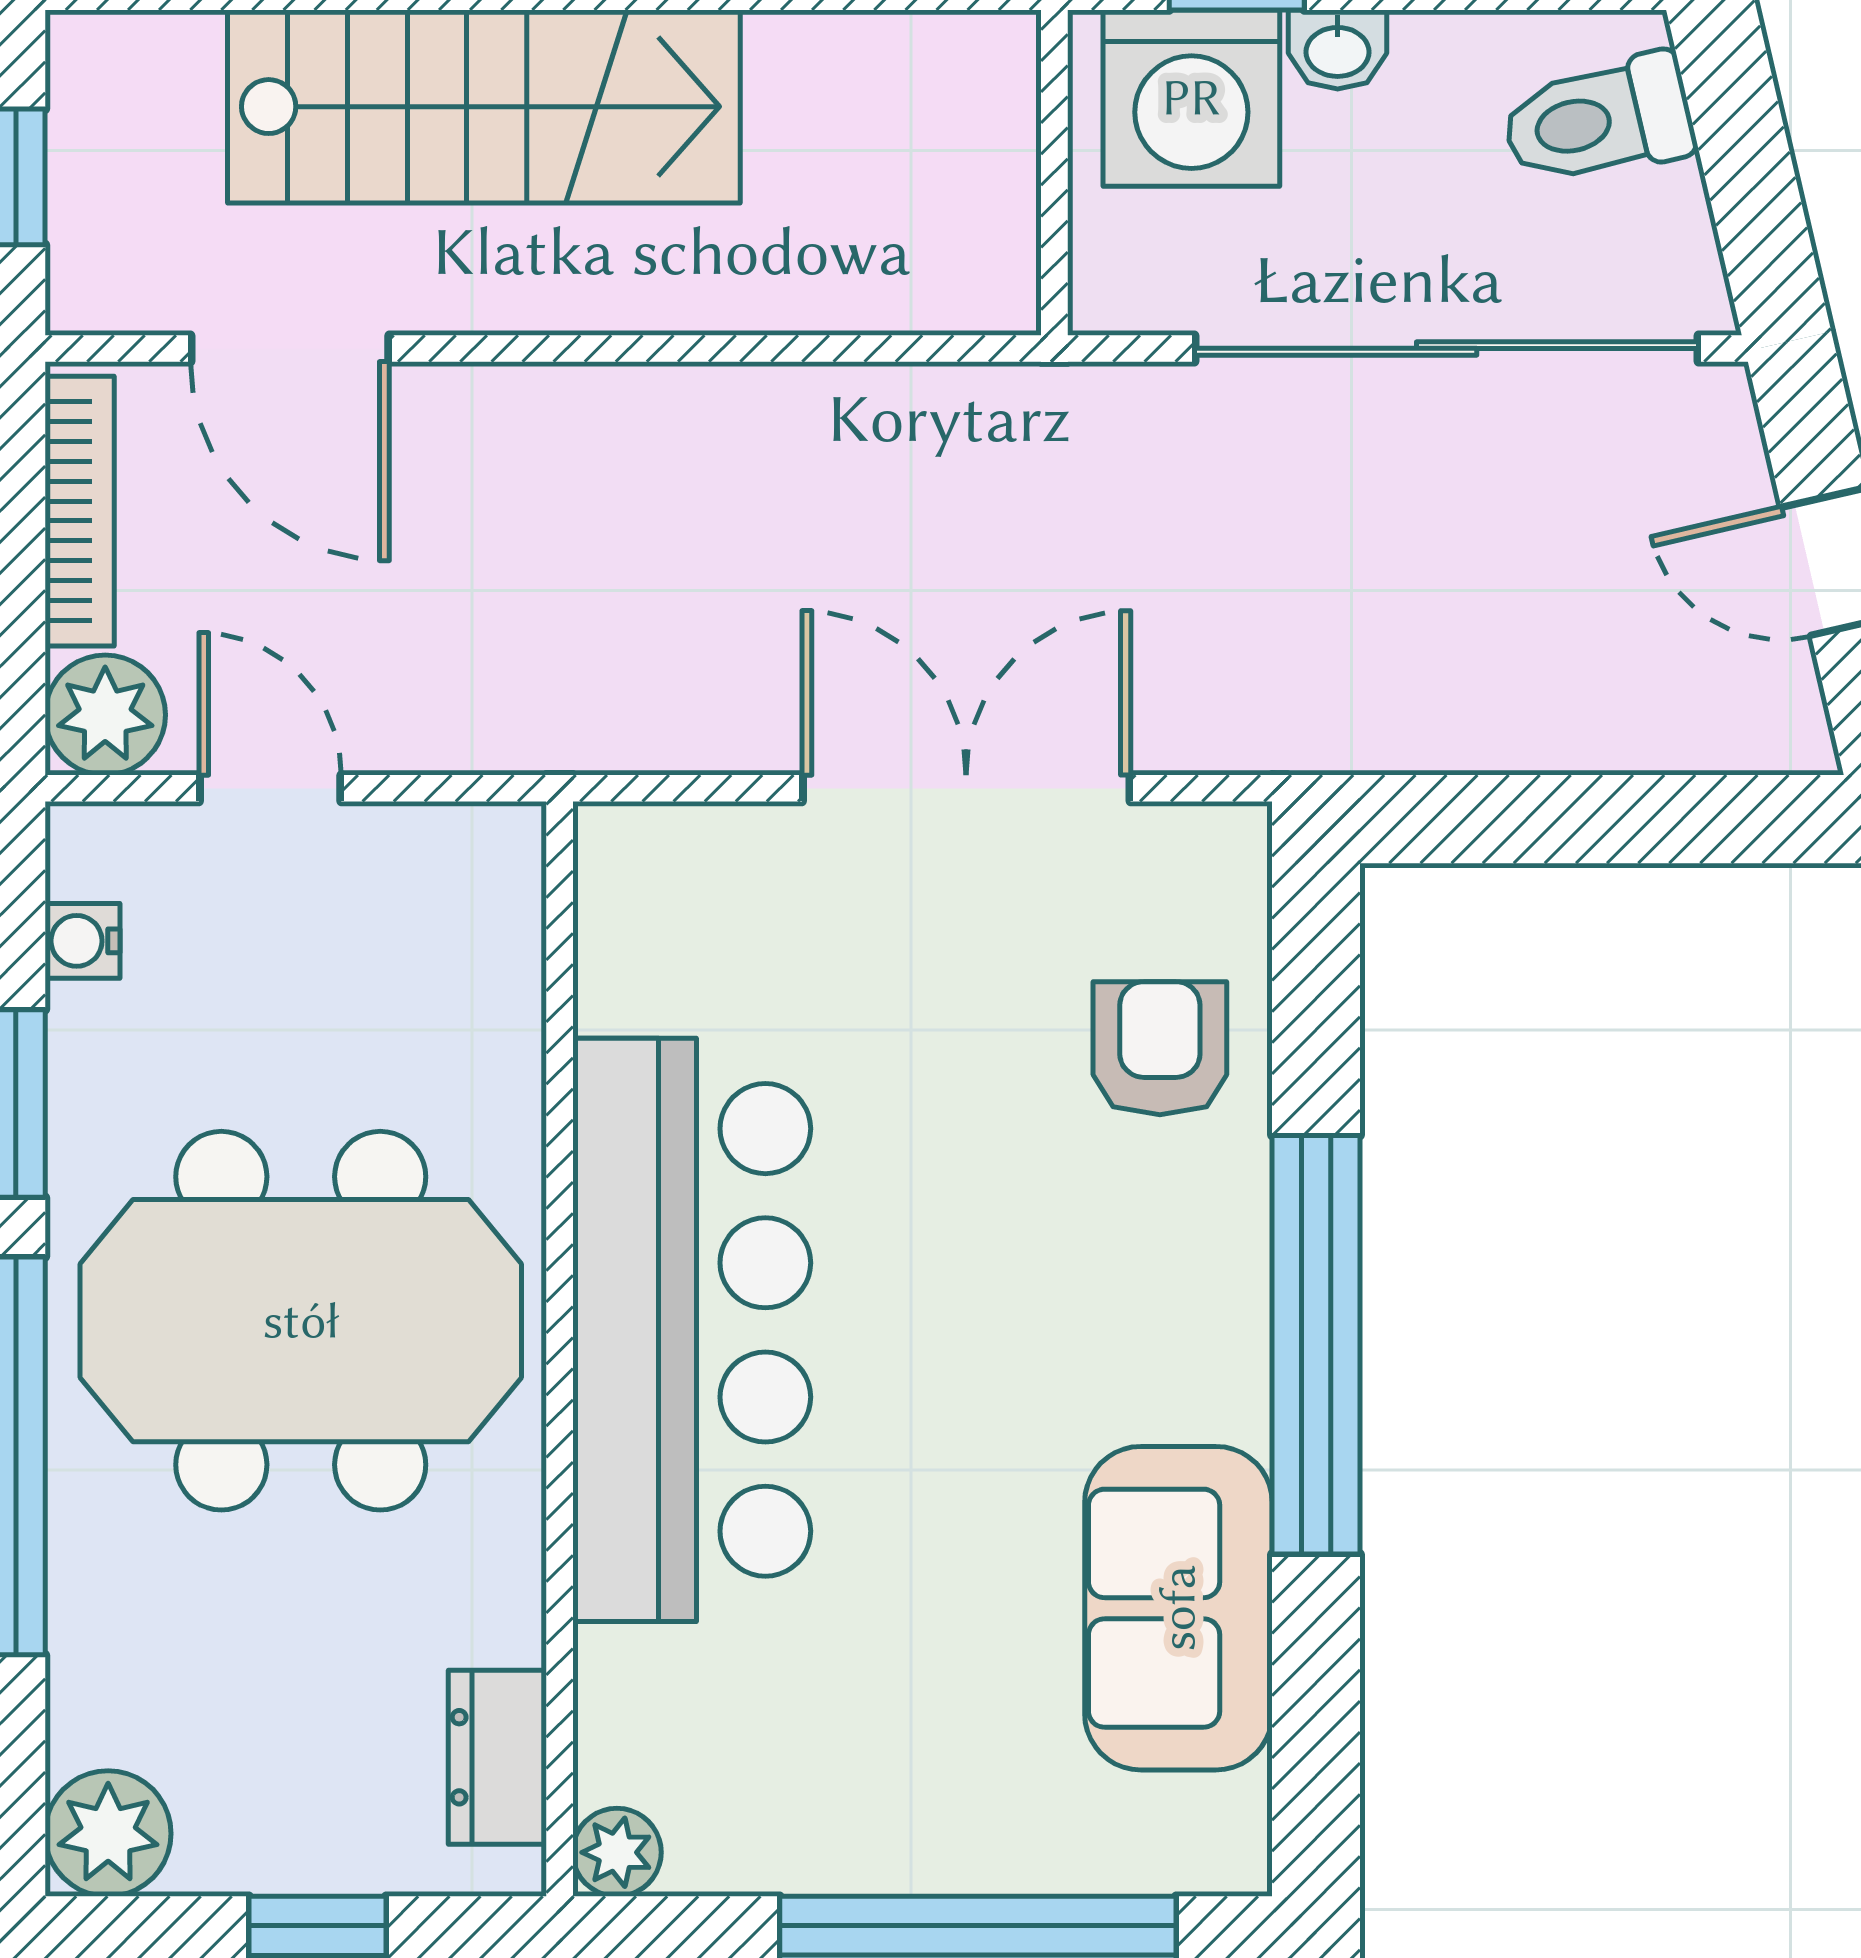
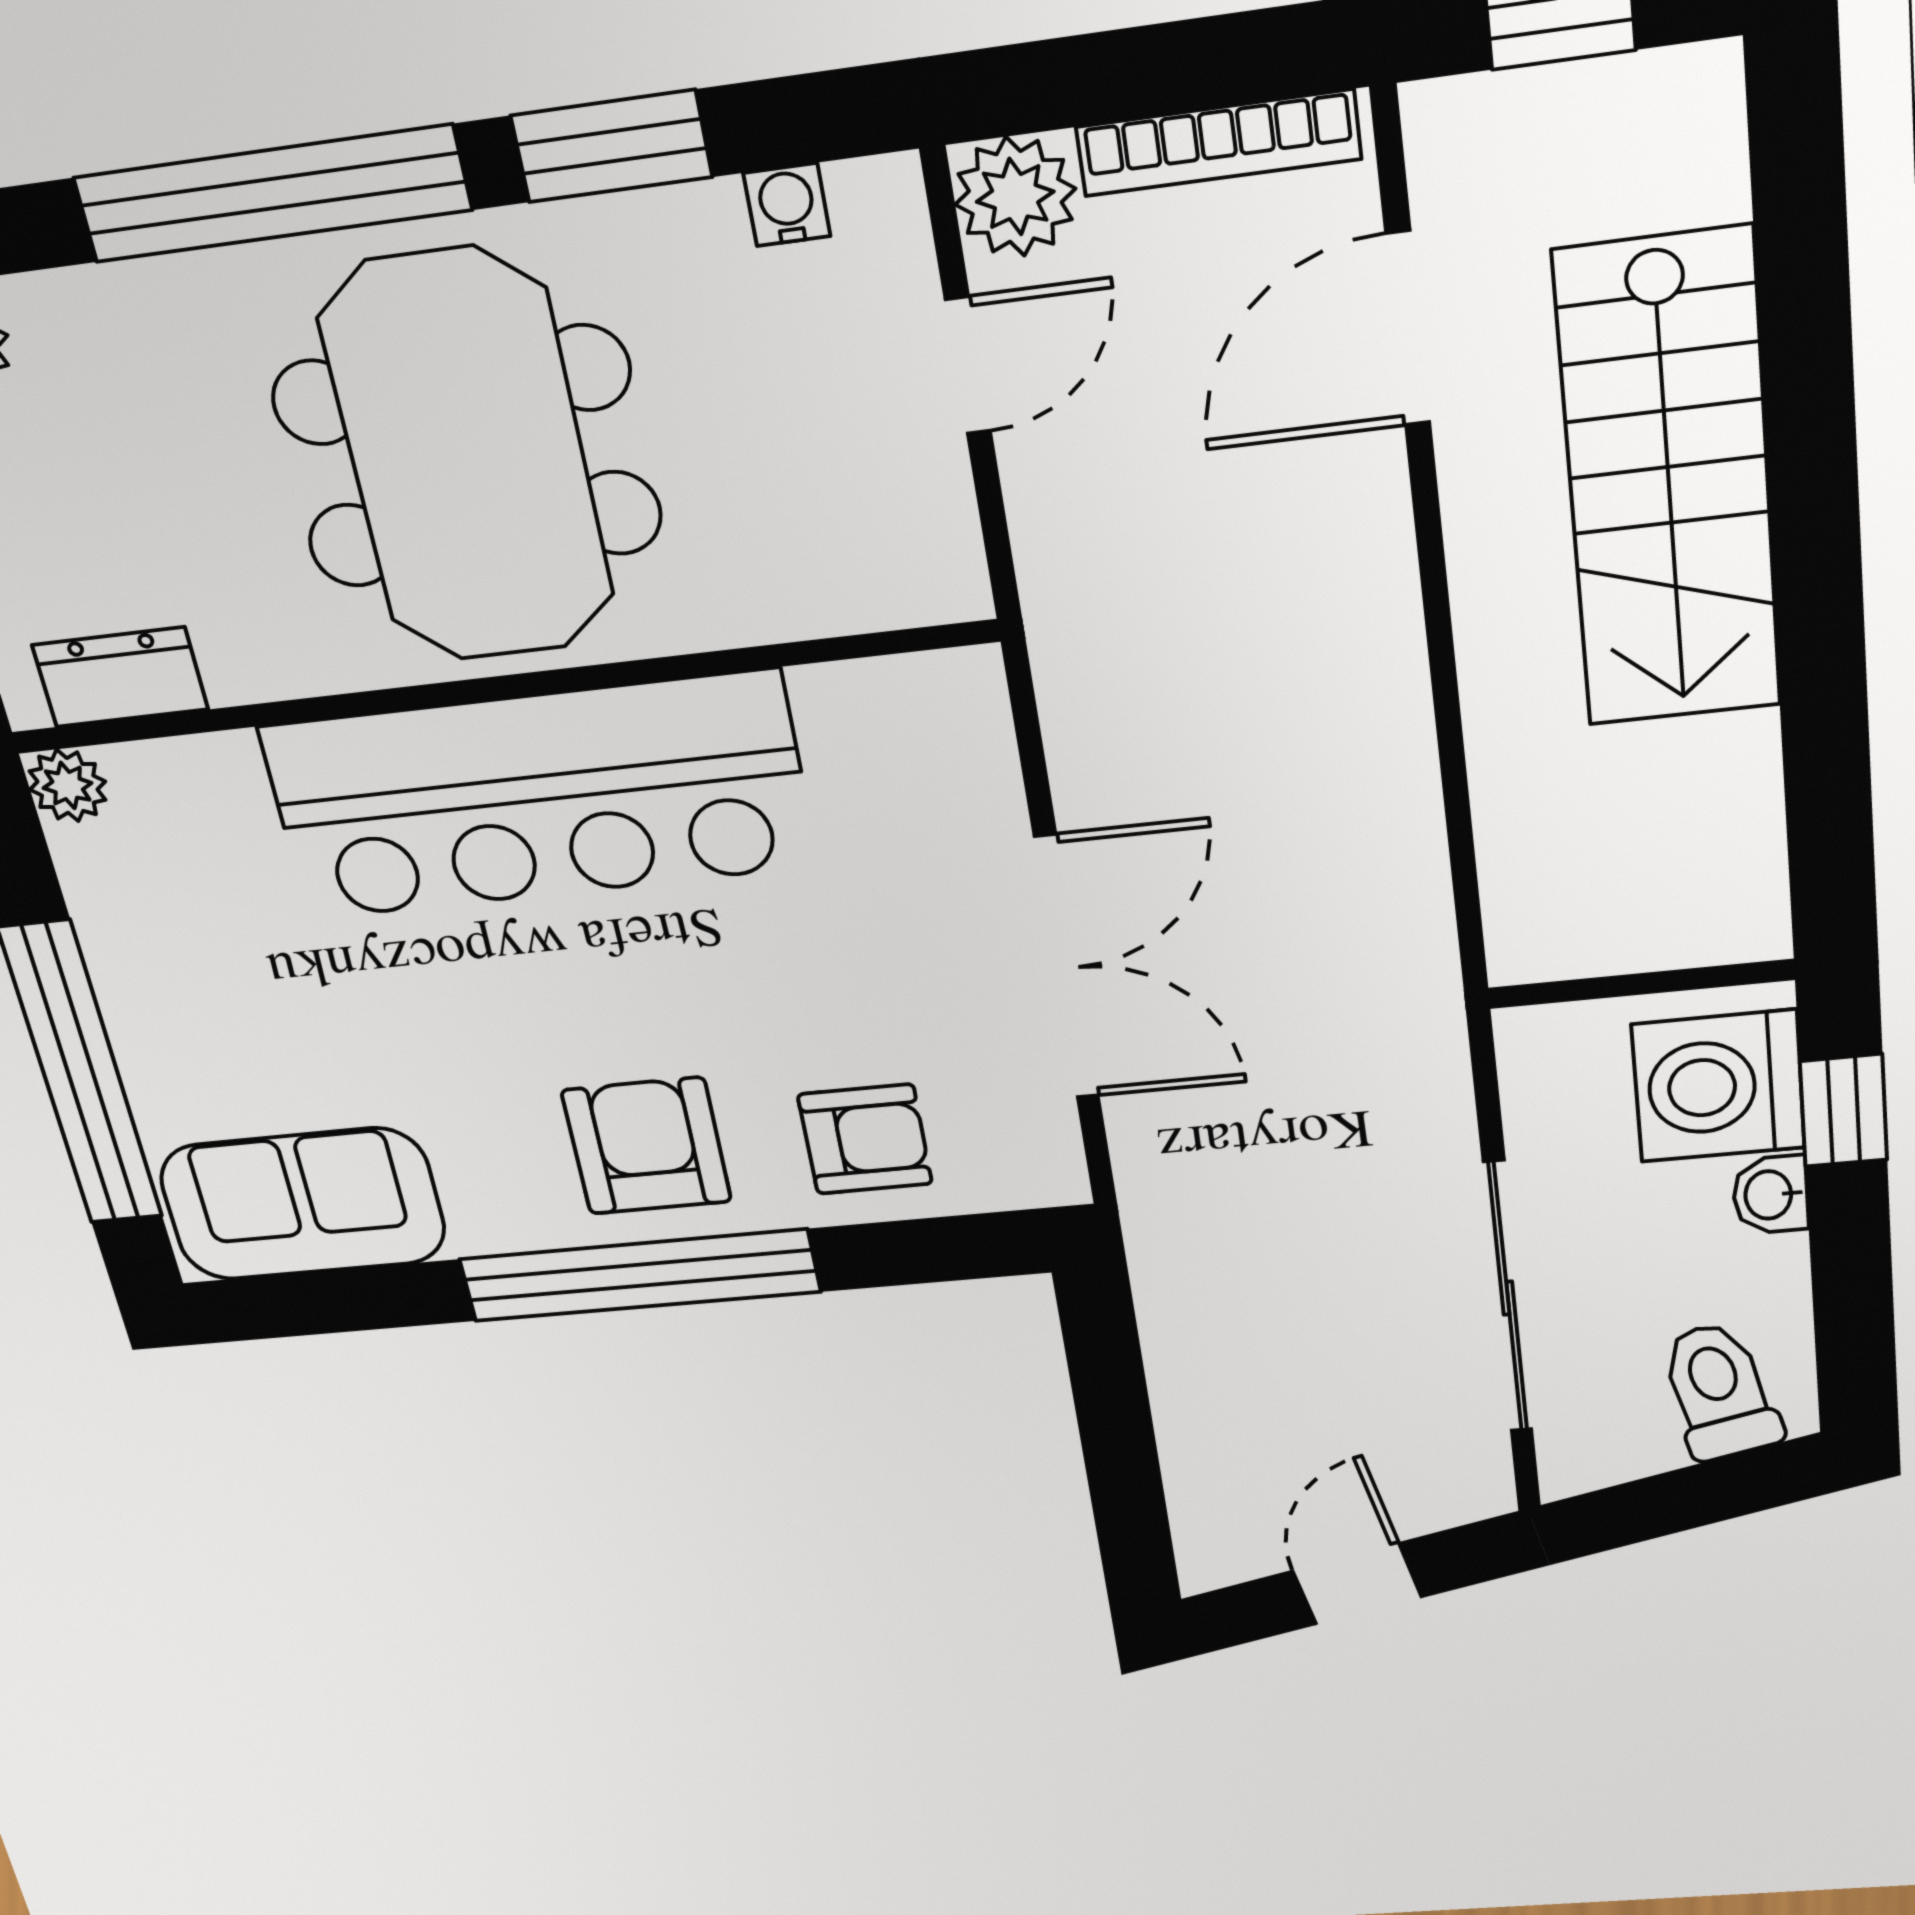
sliding door: (1447, 348) -> (1508, 1298), width x0.73
armchair: (1142, 1301) -> (647, 1146), added
sofa: (1178, 1608) -> (303, 1204), moved

